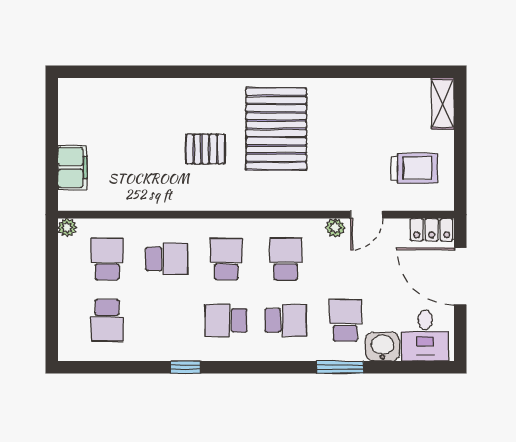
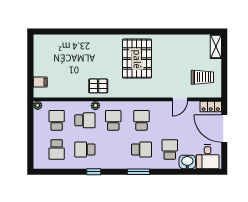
pallet: (205, 149) -> (98, 86), moved
filing cabinet: (72, 167) -> (40, 82), width x0.50
plant: (335, 228) -> (95, 106), moved
school desk: (226, 320) -> (85, 149), moved
window: (340, 367) -> (138, 172), moved

